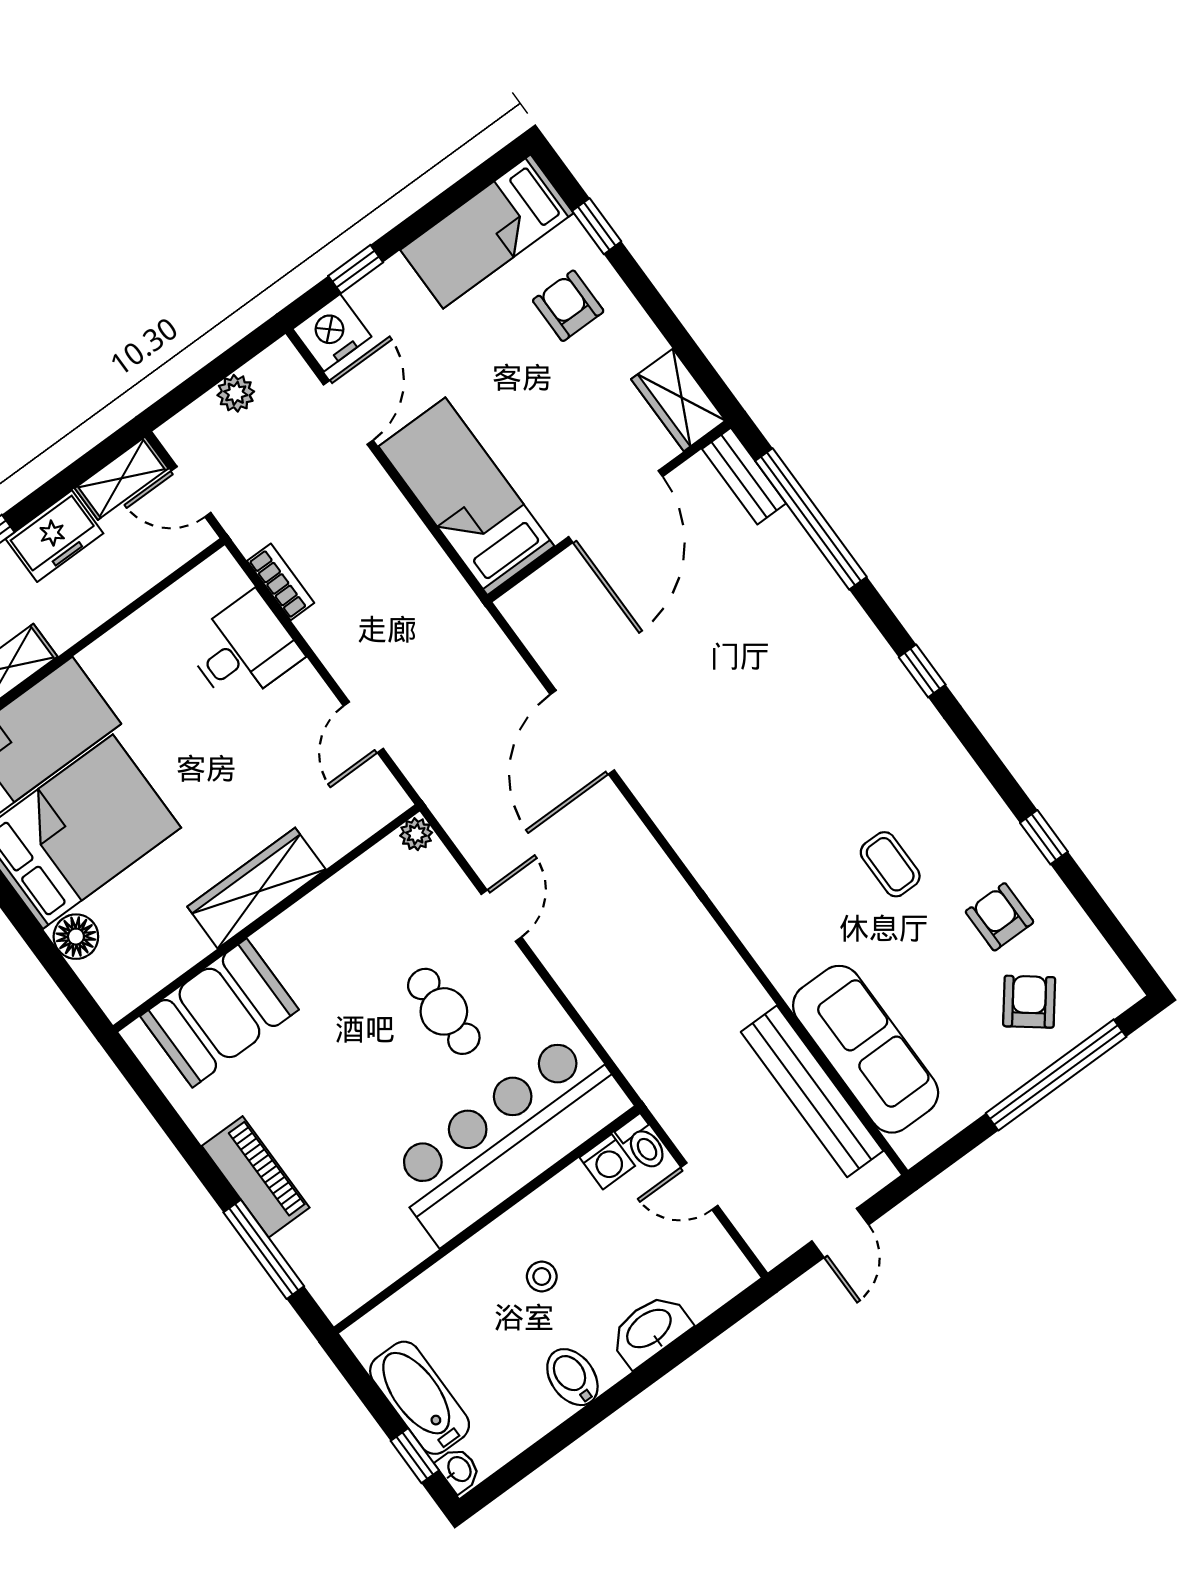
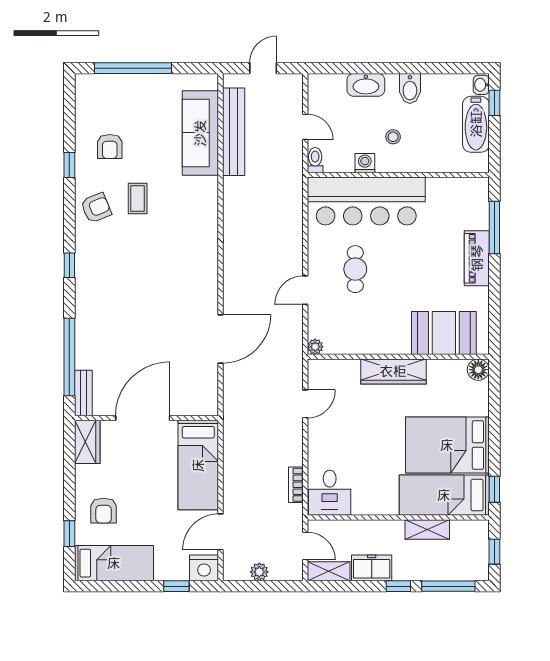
desk: (243, 649) -> (330, 493), moved, turned -90
floor lamp: (76, 937) -> (478, 370), moved
armchair: (1029, 1002) -> (96, 208), moved, turned -150
washing machine: (607, 1162) -> (365, 163), moved

